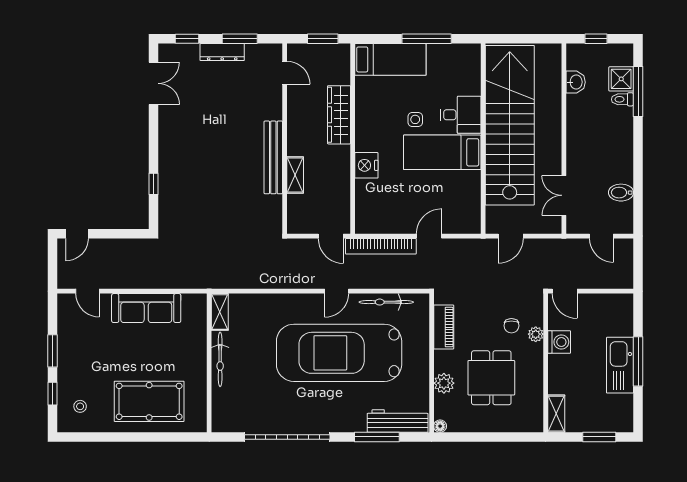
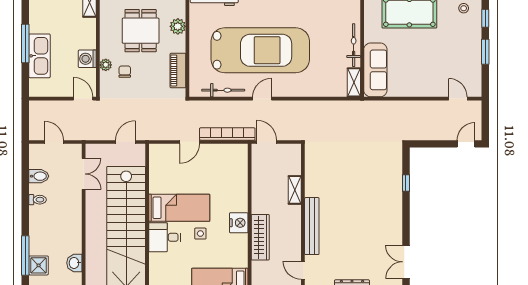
toilet: (623, 99) -> (38, 200), moved
bench: (273, 157) -> (312, 226), moved
nightstand: (366, 165) -> (239, 223), moved
sofa: (146, 308) -> (375, 70), moved, turned 90
kitchen sink: (620, 365) -> (40, 56), moved

